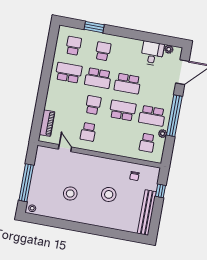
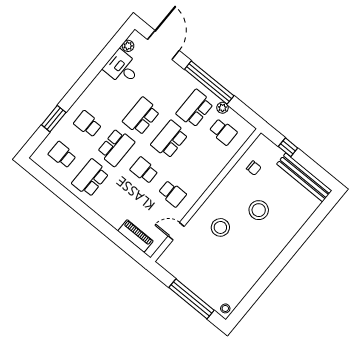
school desk: (128, 84) -> (141, 116), turned 180
school desk: (152, 116) -> (195, 109), turned 180
stool: (70, 194) -> (220, 227), moved

